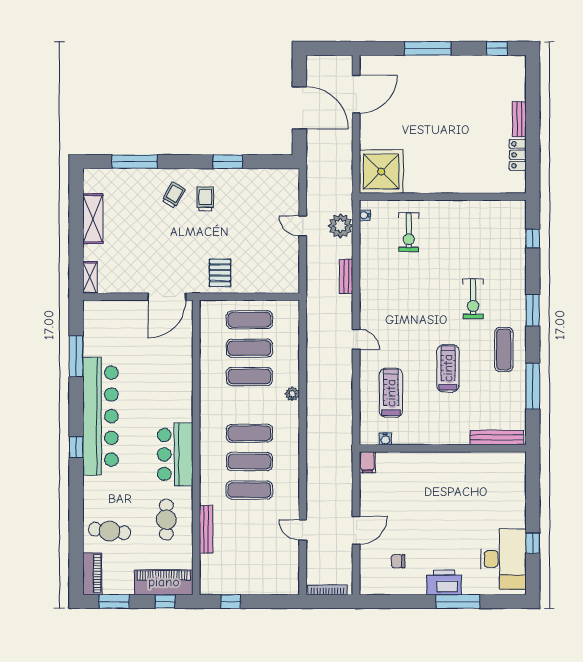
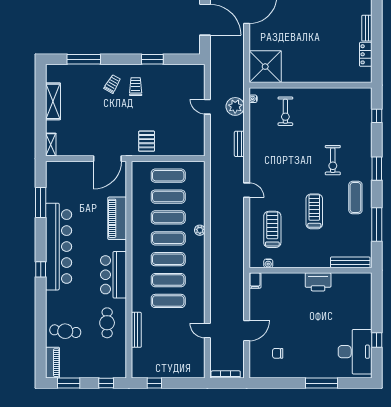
exercise mat: (249, 405) -> (168, 238), added
piano: (164, 582) -> (117, 218), moved, turned -90
printer: (444, 582) -> (318, 282), moved, turned 180

